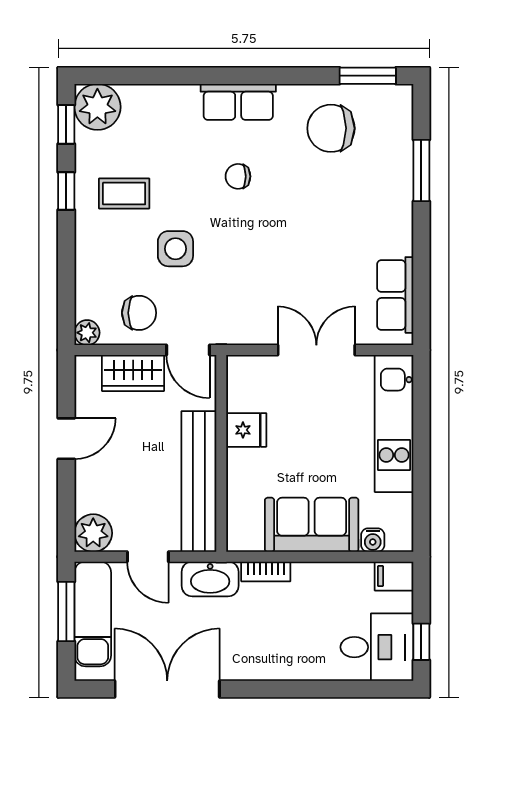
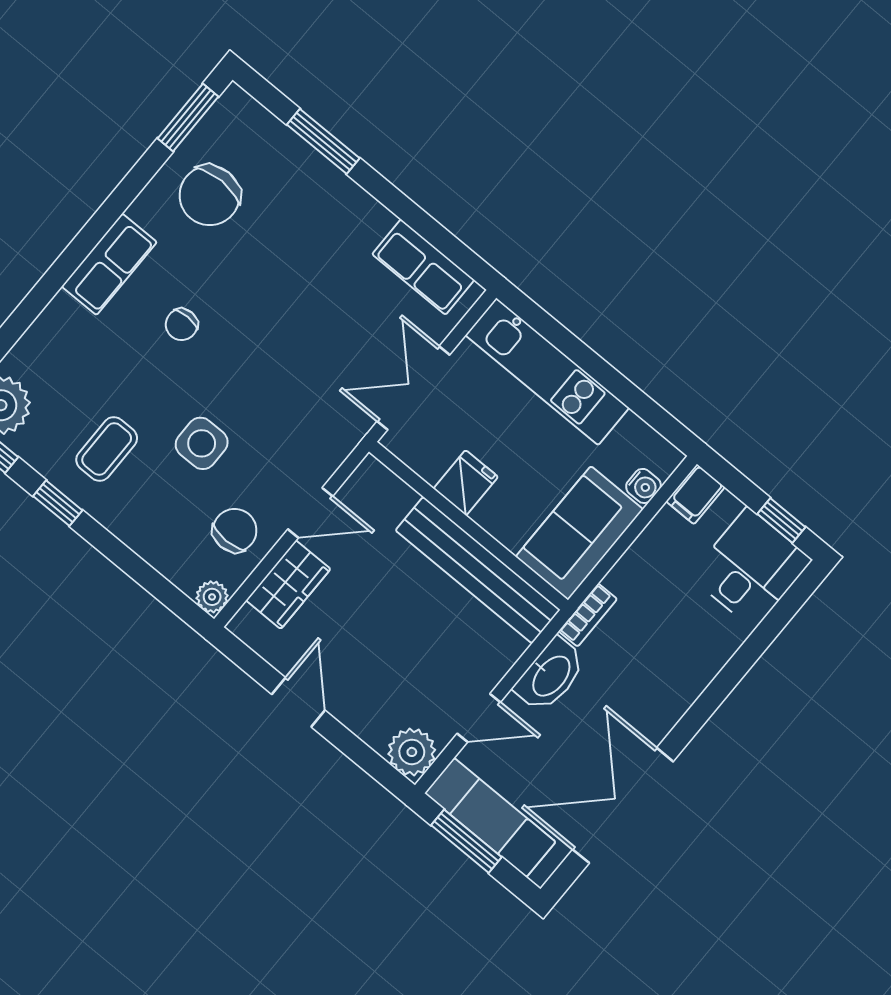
fridge: (246, 430) -> (466, 483), moved
wall: (221, 453) -> (469, 526), moved
bench: (199, 481) -> (478, 570), moved

